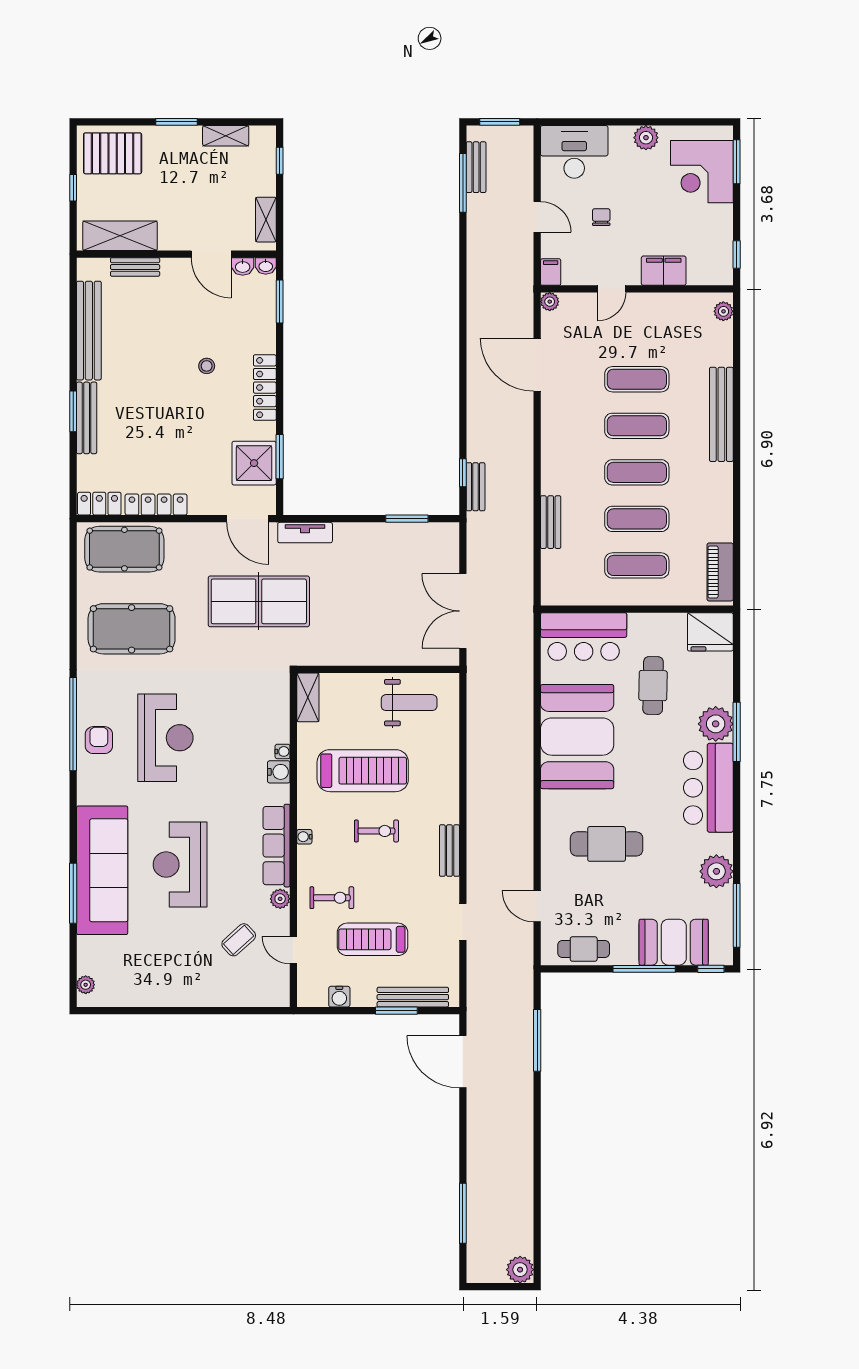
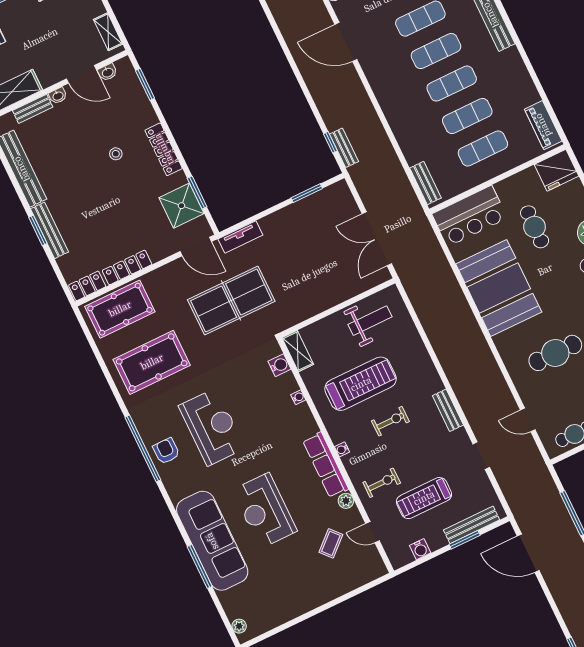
washbasin: (266, 266) -> (58, 96), moved
bench: (551, 522) -> (425, 183), moved
water cooler: (279, 772) -> (280, 365), moved

